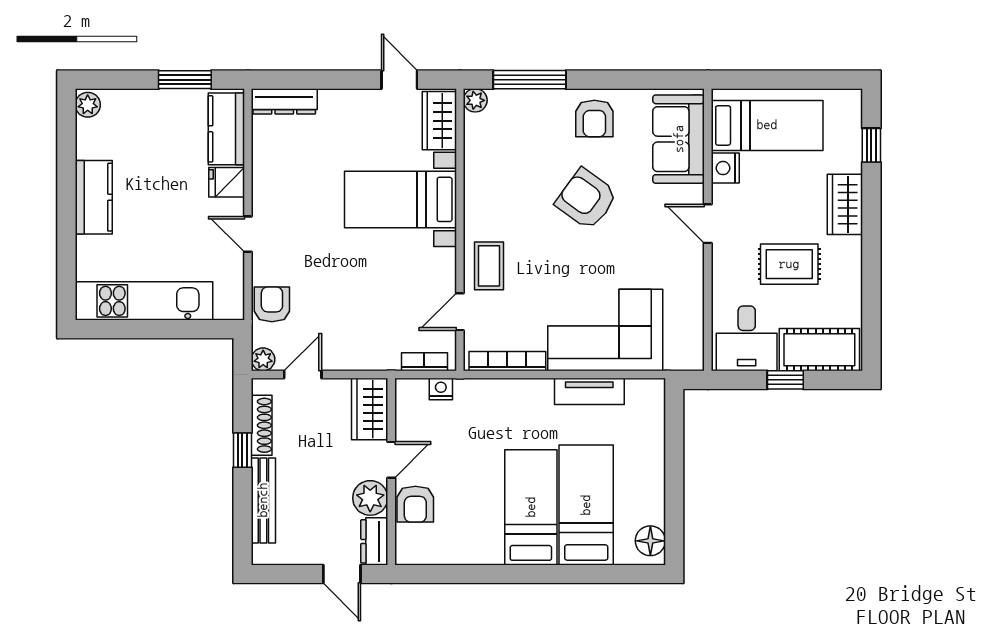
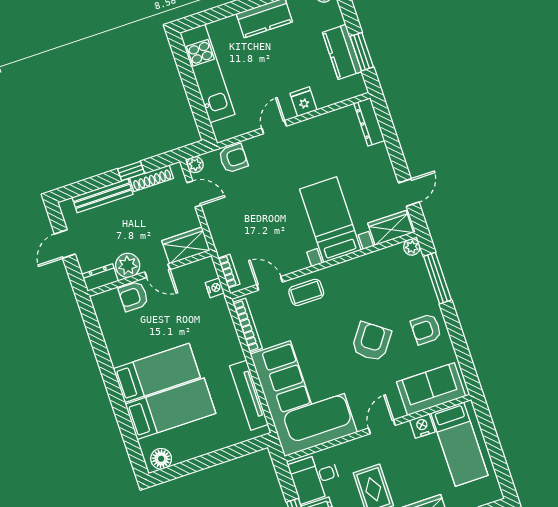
kitchen counter: (226, 129) -> (342, 52), moved, turned -90
corner sofa: (605, 330) -> (304, 393), width x1.36, depth x1.36
tv unit: (589, 391) -> (249, 395), width x1.41
door: (342, 574) -> (65, 244), moved

